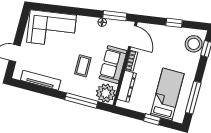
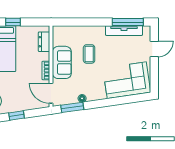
dresser: (127, 86) -> (44, 42), width x0.70
plant: (106, 93) -> (62, 35), removed
window: (81, 100) -> (128, 22), moved

